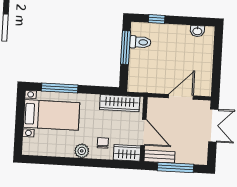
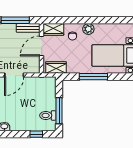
window: (60, 88) -> (93, 77), moved
wardrobe: (120, 103) -> (56, 68), width x0.67
door: (143, 132) -> (42, 46), hinge flipped

